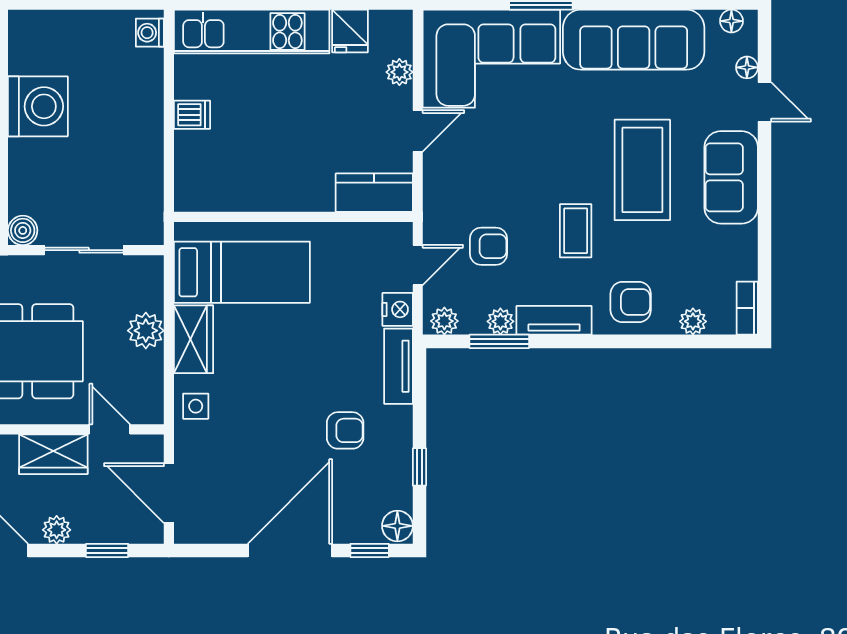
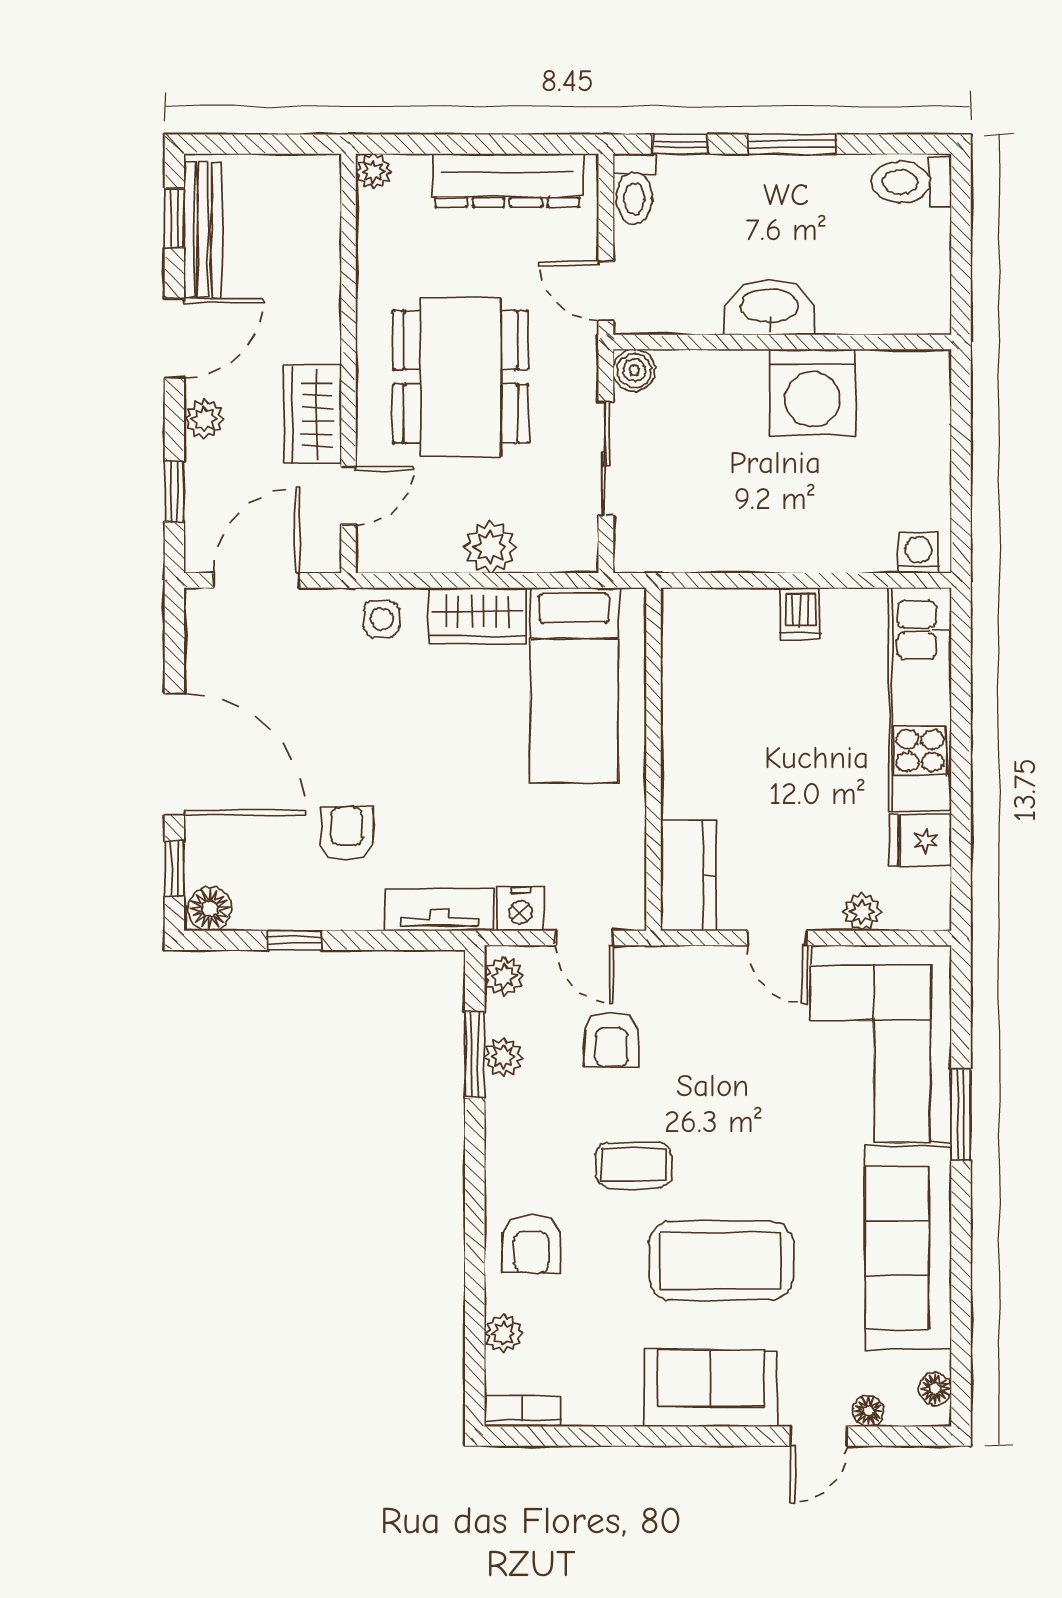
tv unit: (554, 320) -> (505, 1134), removed
armchair: (345, 430) -> (347, 834), turned 180

